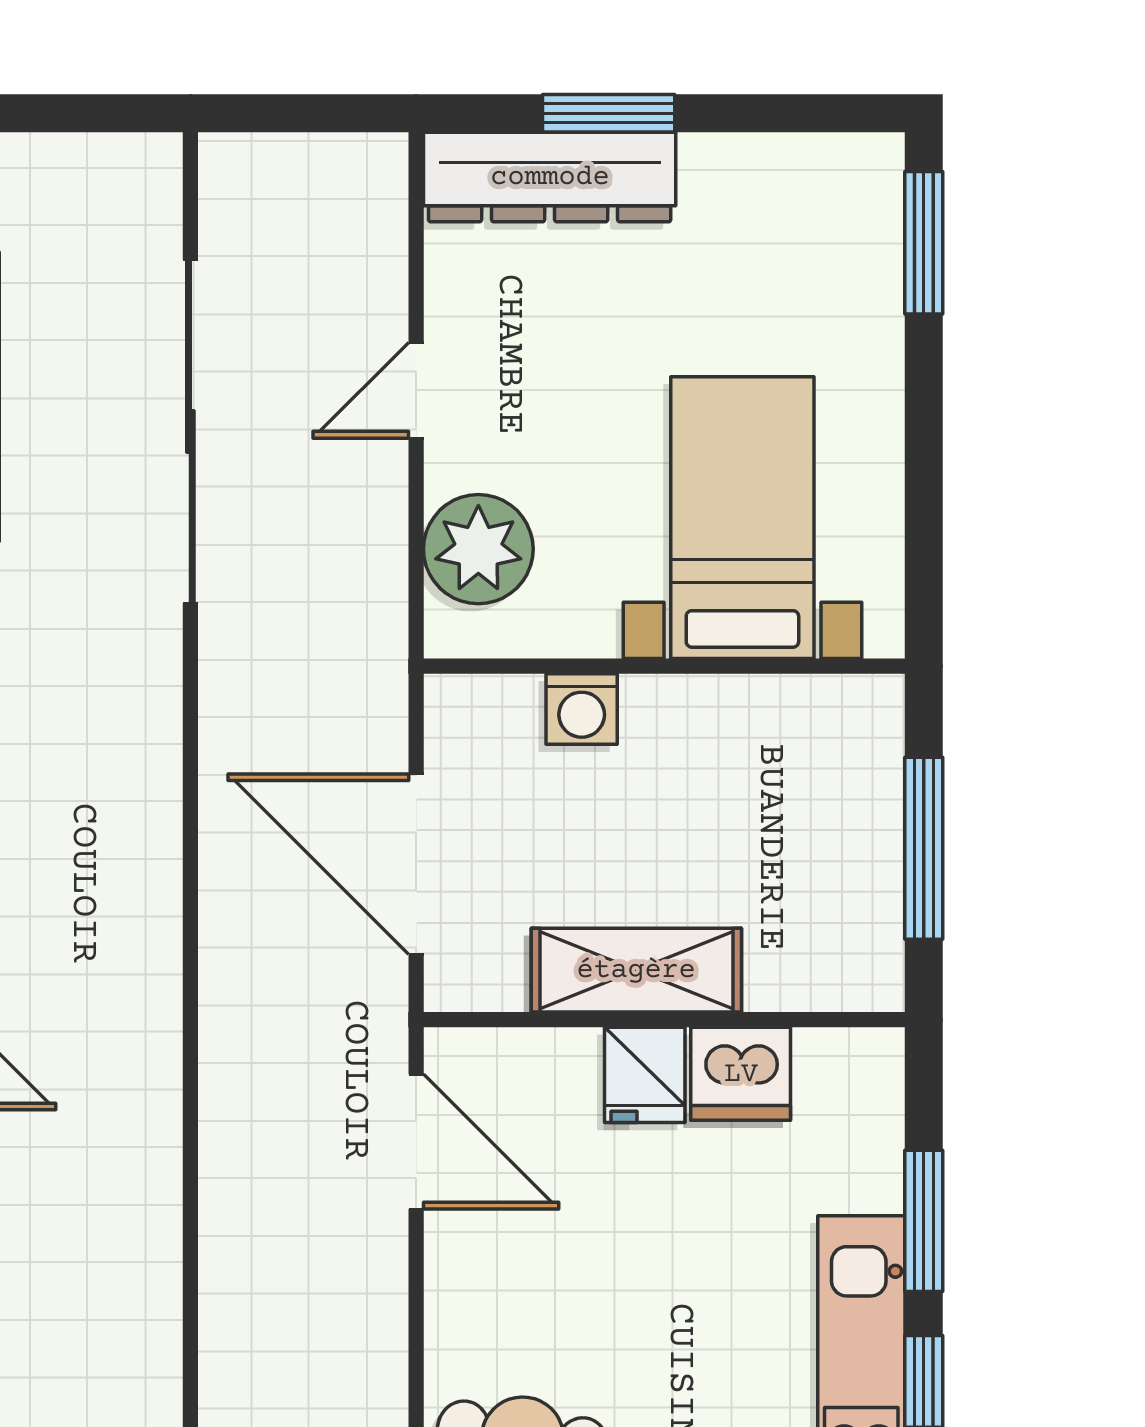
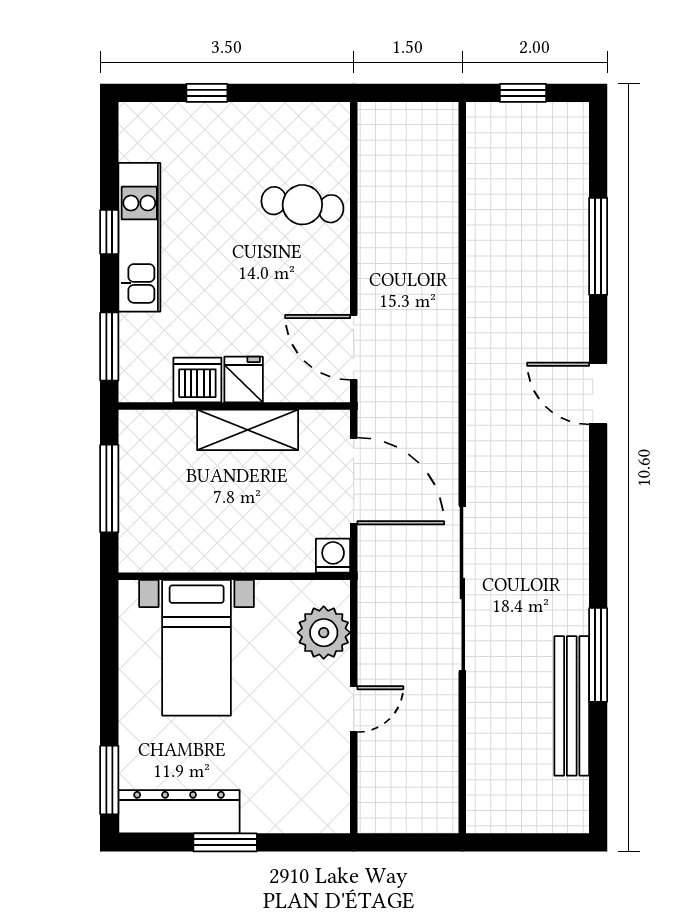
window: (609, 113) -> (225, 842), moved
dresser: (550, 177) -> (179, 812), moved
sliding door: (190, 432) -> (462, 589), moved
washing machine: (582, 709) -> (333, 556), moved
window: (924, 1221) -> (109, 347), moved

